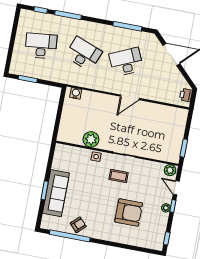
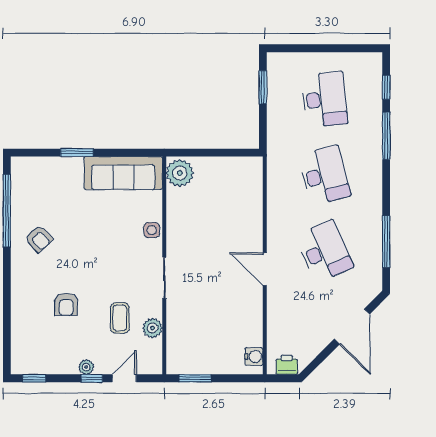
desk: (84, 54) -> (324, 175), turned -36
water cooler: (76, 93) -> (254, 356), moved
plant: (91, 139) -> (180, 173), moved
plant: (170, 170) -> (152, 328), moved
coffee table: (119, 176) -> (120, 318), moved
sofa: (56, 193) -> (123, 173), moved
armchair: (129, 212) -> (66, 304), width x0.53, depth x0.53
armchair: (78, 225) -> (39, 239), moved

